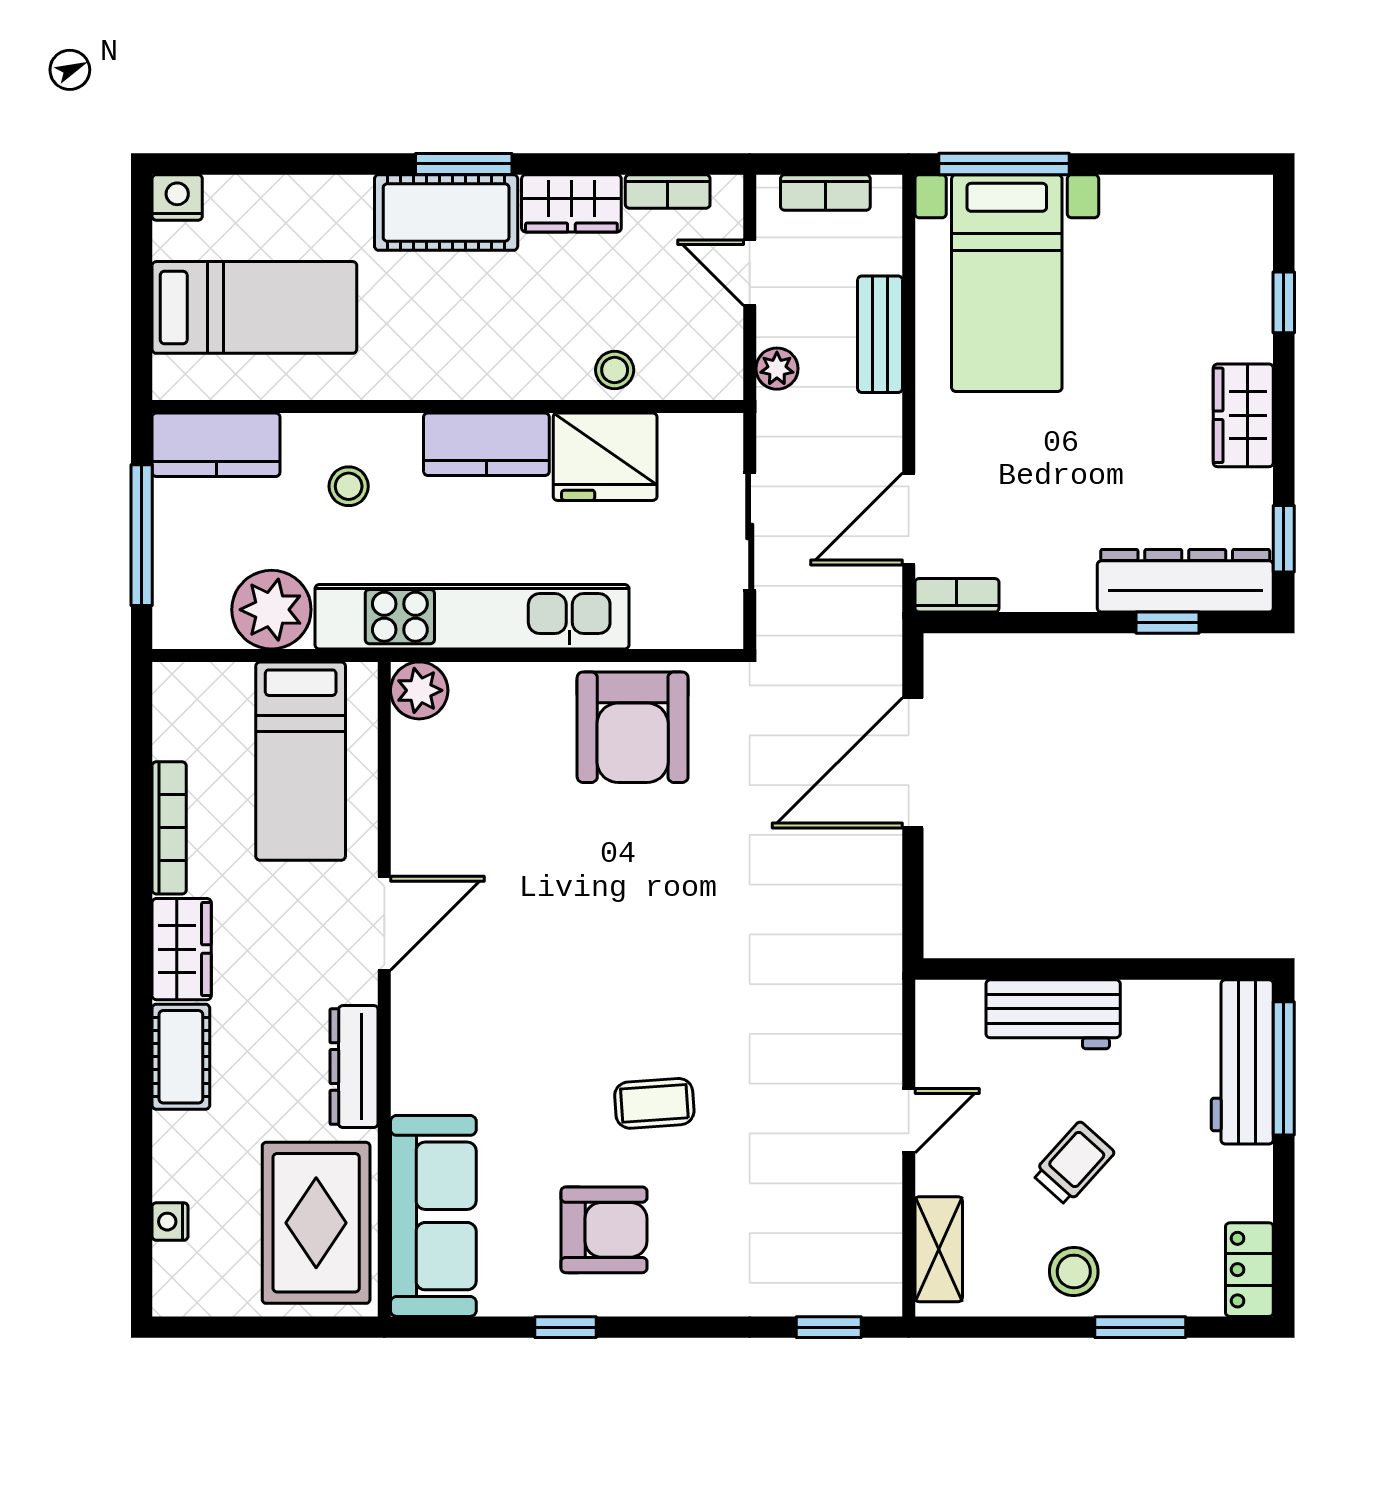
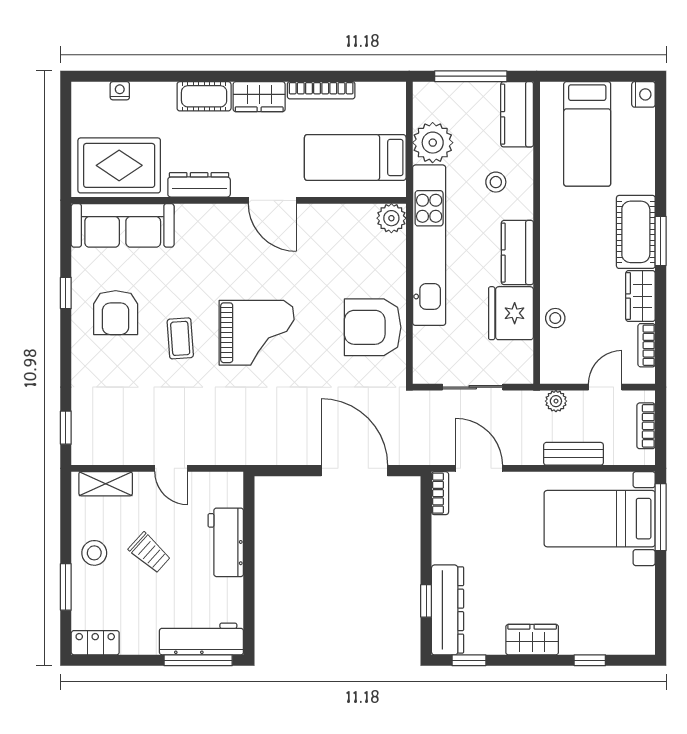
grand piano: (643, 954) -> (257, 333), added

